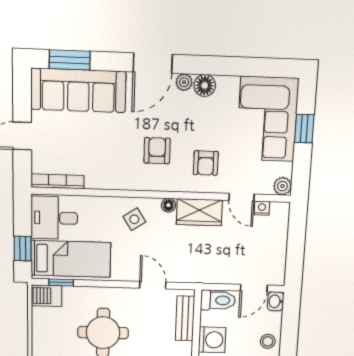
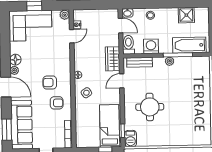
armchair: (206, 163) -> (57, 103), moved
wardrobe: (199, 212) -> (113, 59), moved, turned 180
desk: (54, 218) -> (88, 135), removed

